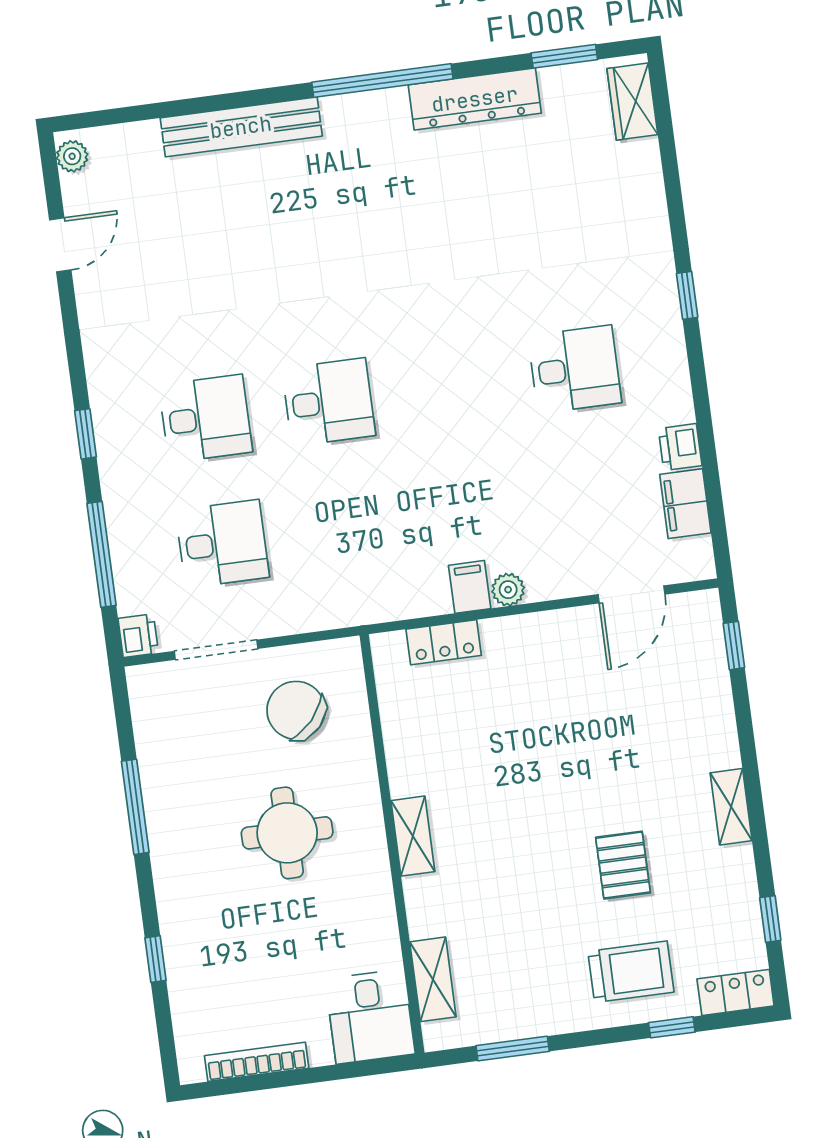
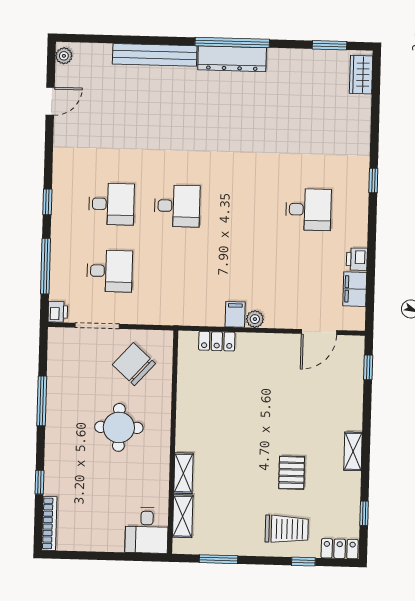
dresser: (475, 99) -> (232, 59), moved
shelving: (413, 836) -> (183, 473), moved
bookcase: (257, 1062) -> (49, 523), moved, turned 90

